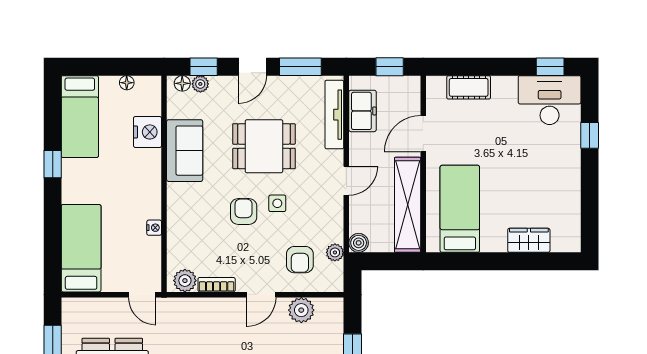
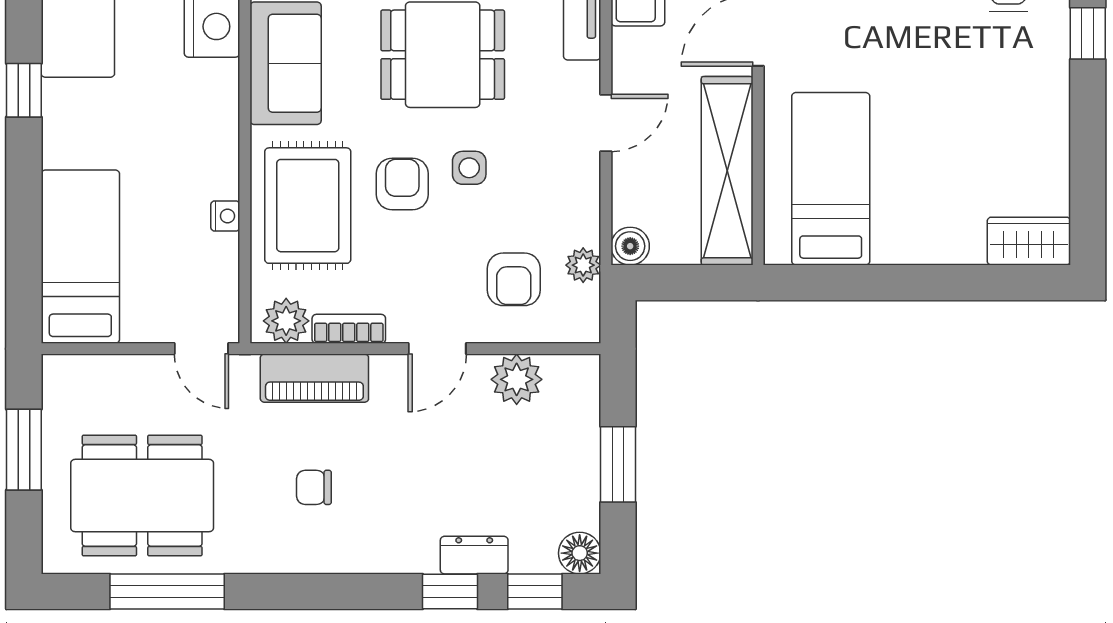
rug: (196, 222) -> (308, 206), added
wardrobe: (529, 240) -> (1029, 241), moved
piano: (199, 310) -> (314, 378), added

